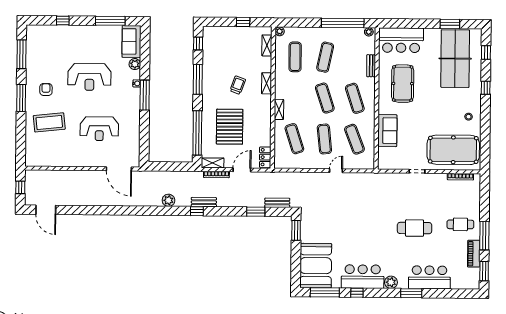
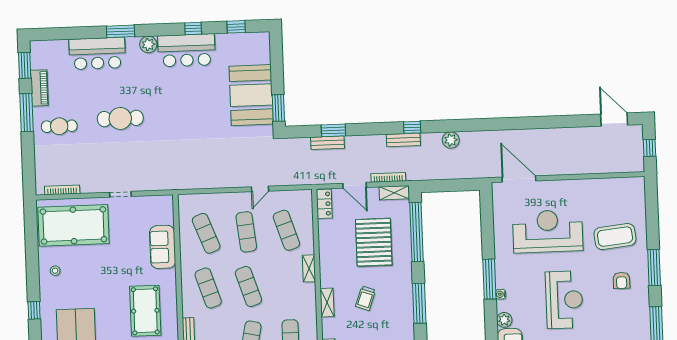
reception desk: (89, 77) -> (564, 300), turned 90
reception desk: (99, 129) -> (548, 231), width x1.36, depth x1.30
door: (242, 170) -> (355, 185), hinge flipped
door: (336, 171) -> (260, 189), moved
bench: (277, 203) -> (328, 143), moved
booth: (316, 266) -> (251, 95), moved
window: (325, 292) -> (236, 27), width x0.46

